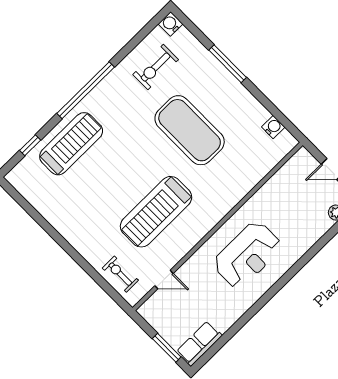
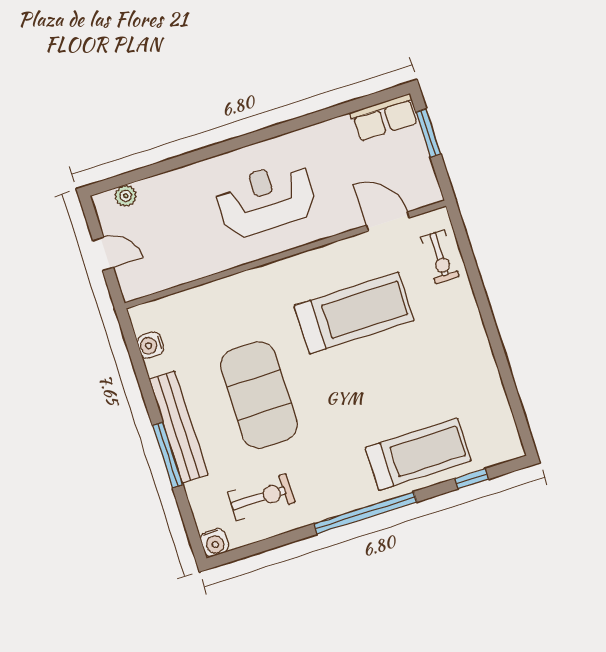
bench: (230, 85) -> (178, 427), added
treadmill: (71, 144) -> (418, 454), turned 180
door: (164, 280) -> (388, 222), width x1.37

